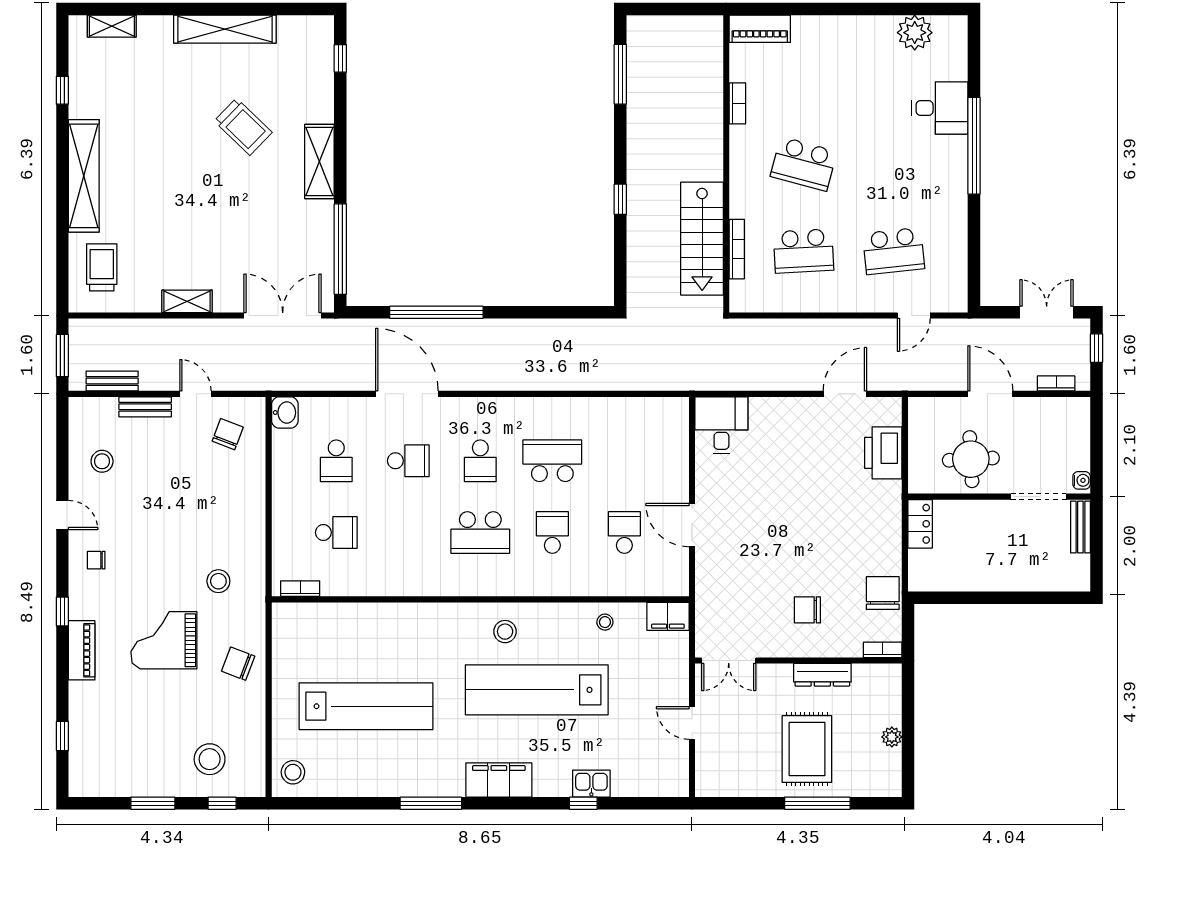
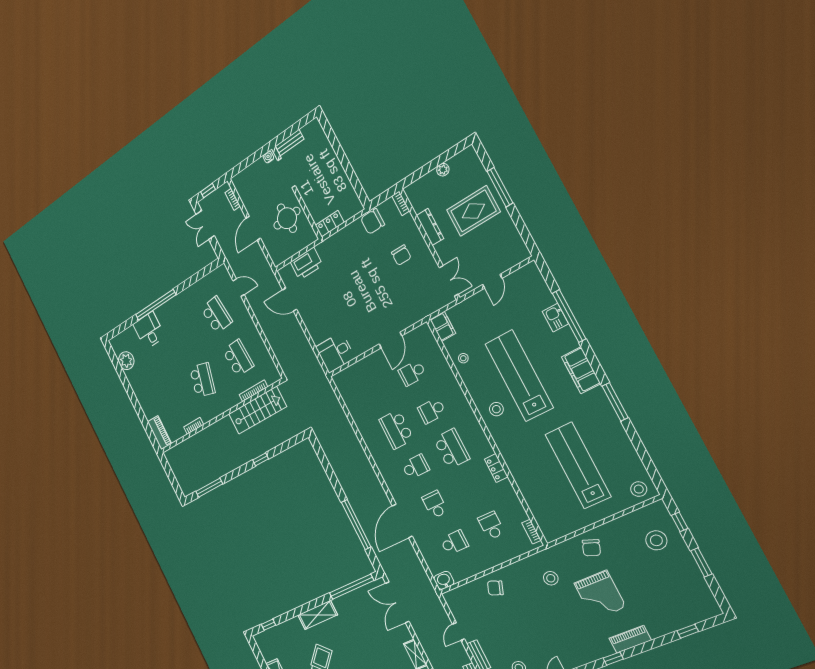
chair: (228, 434) -> (495, 588), moved
chair: (96, 560) -> (574, 651), removed
locker: (419, 585) -> (496, 468), added
lab bench: (537, 690) -> (519, 376), turned 180
window: (583, 803) -> (569, 316), width x3.17

